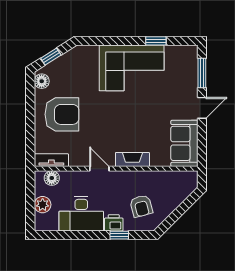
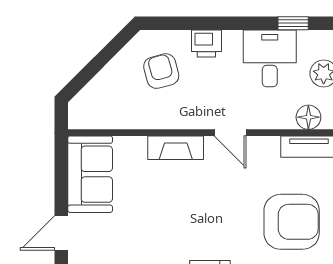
armchair: (62, 114) -> (292, 222), turned 180
desk: (81, 214) -> (270, 58), width x0.73
window: (119, 235) -> (293, 23), moved

